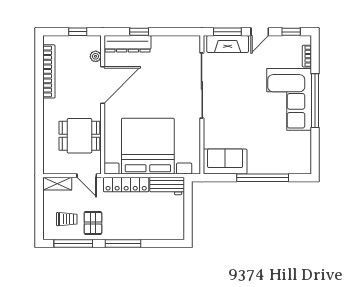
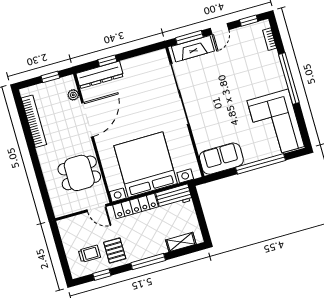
corner sofa: (289, 99) -> (276, 124), moved
shelving: (57, 184) -> (181, 242), moved
window: (73, 243) -> (102, 275), width x0.46

